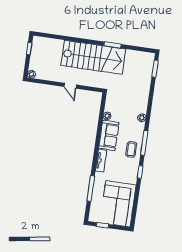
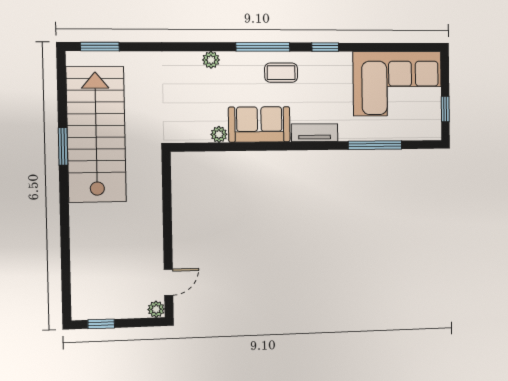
stairs: (93, 57) -> (96, 134), moved
door: (70, 86) -> (168, 282), moved

